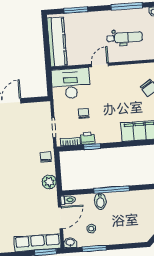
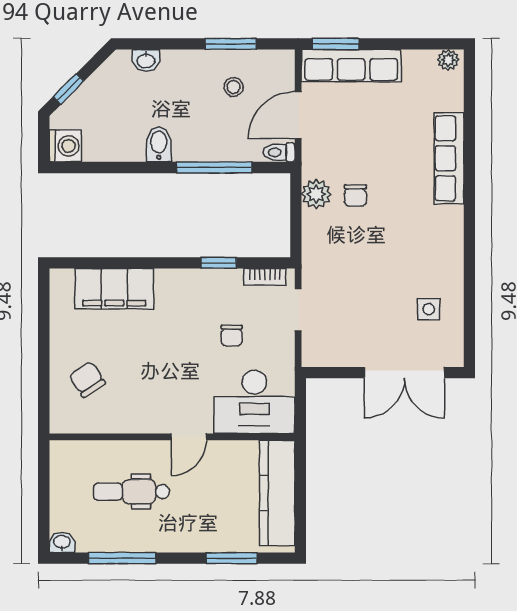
printer: (88, 138) -> (227, 281), removed
chair: (46, 157) -> (355, 195), moved
window: (112, 190) -> (214, 168), moved
bidet: (100, 201) -> (159, 144), moved
washbasin: (70, 243) -> (146, 60), moved

